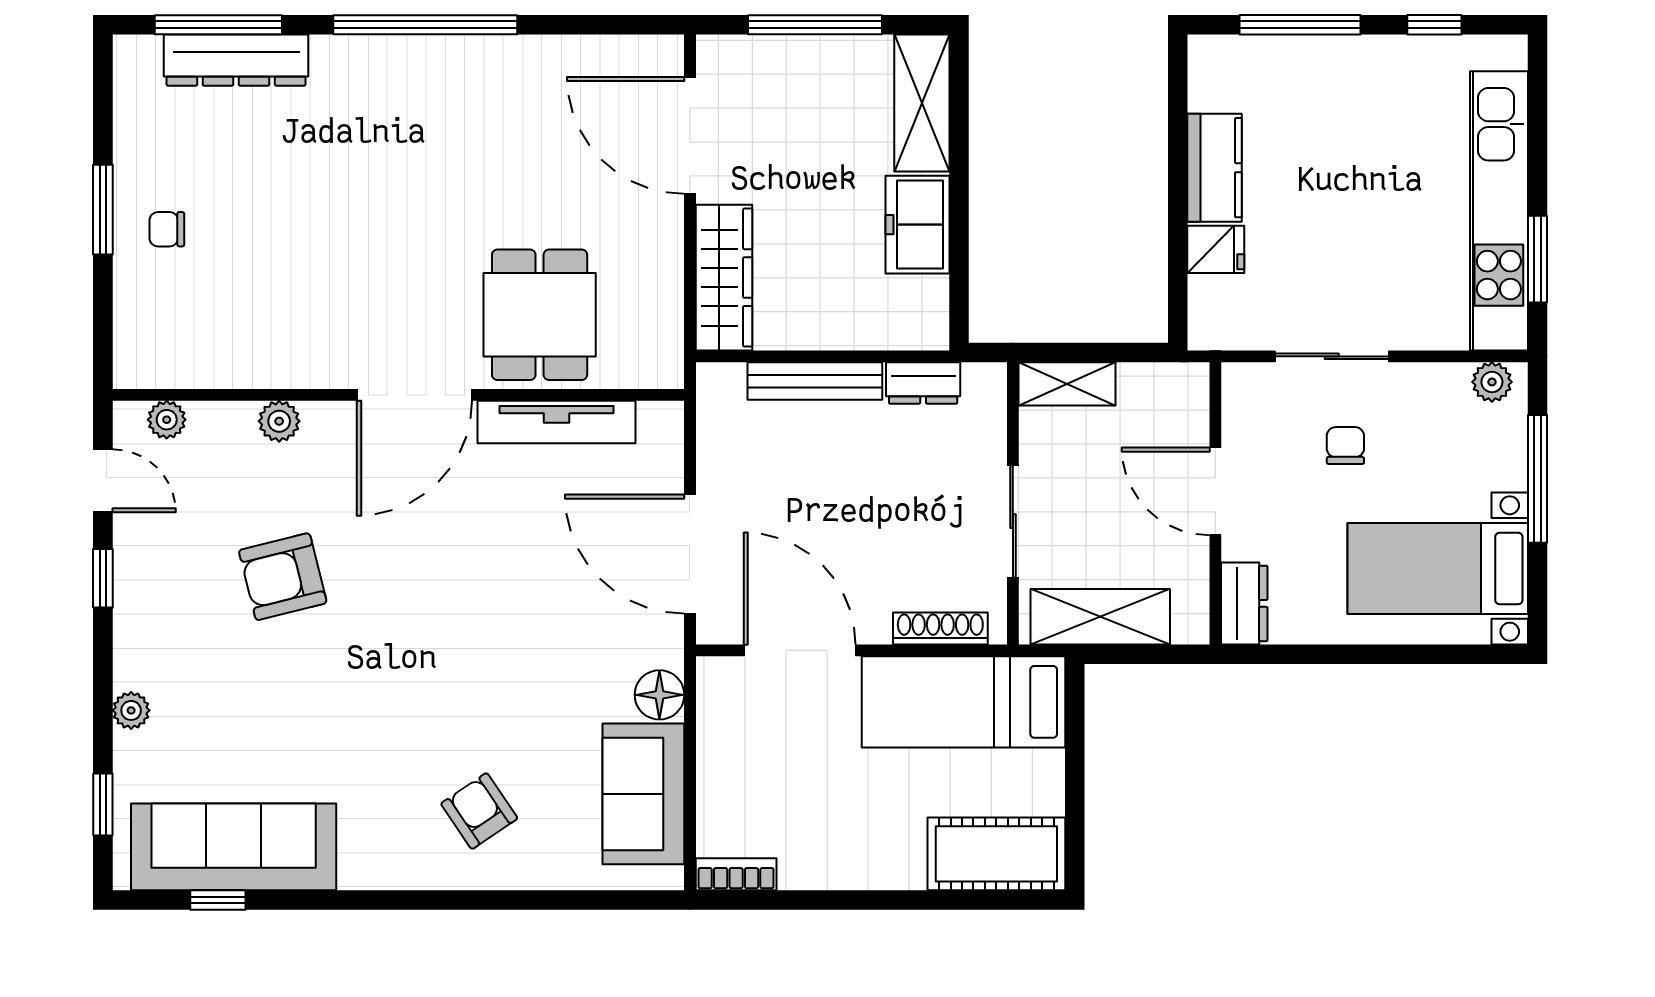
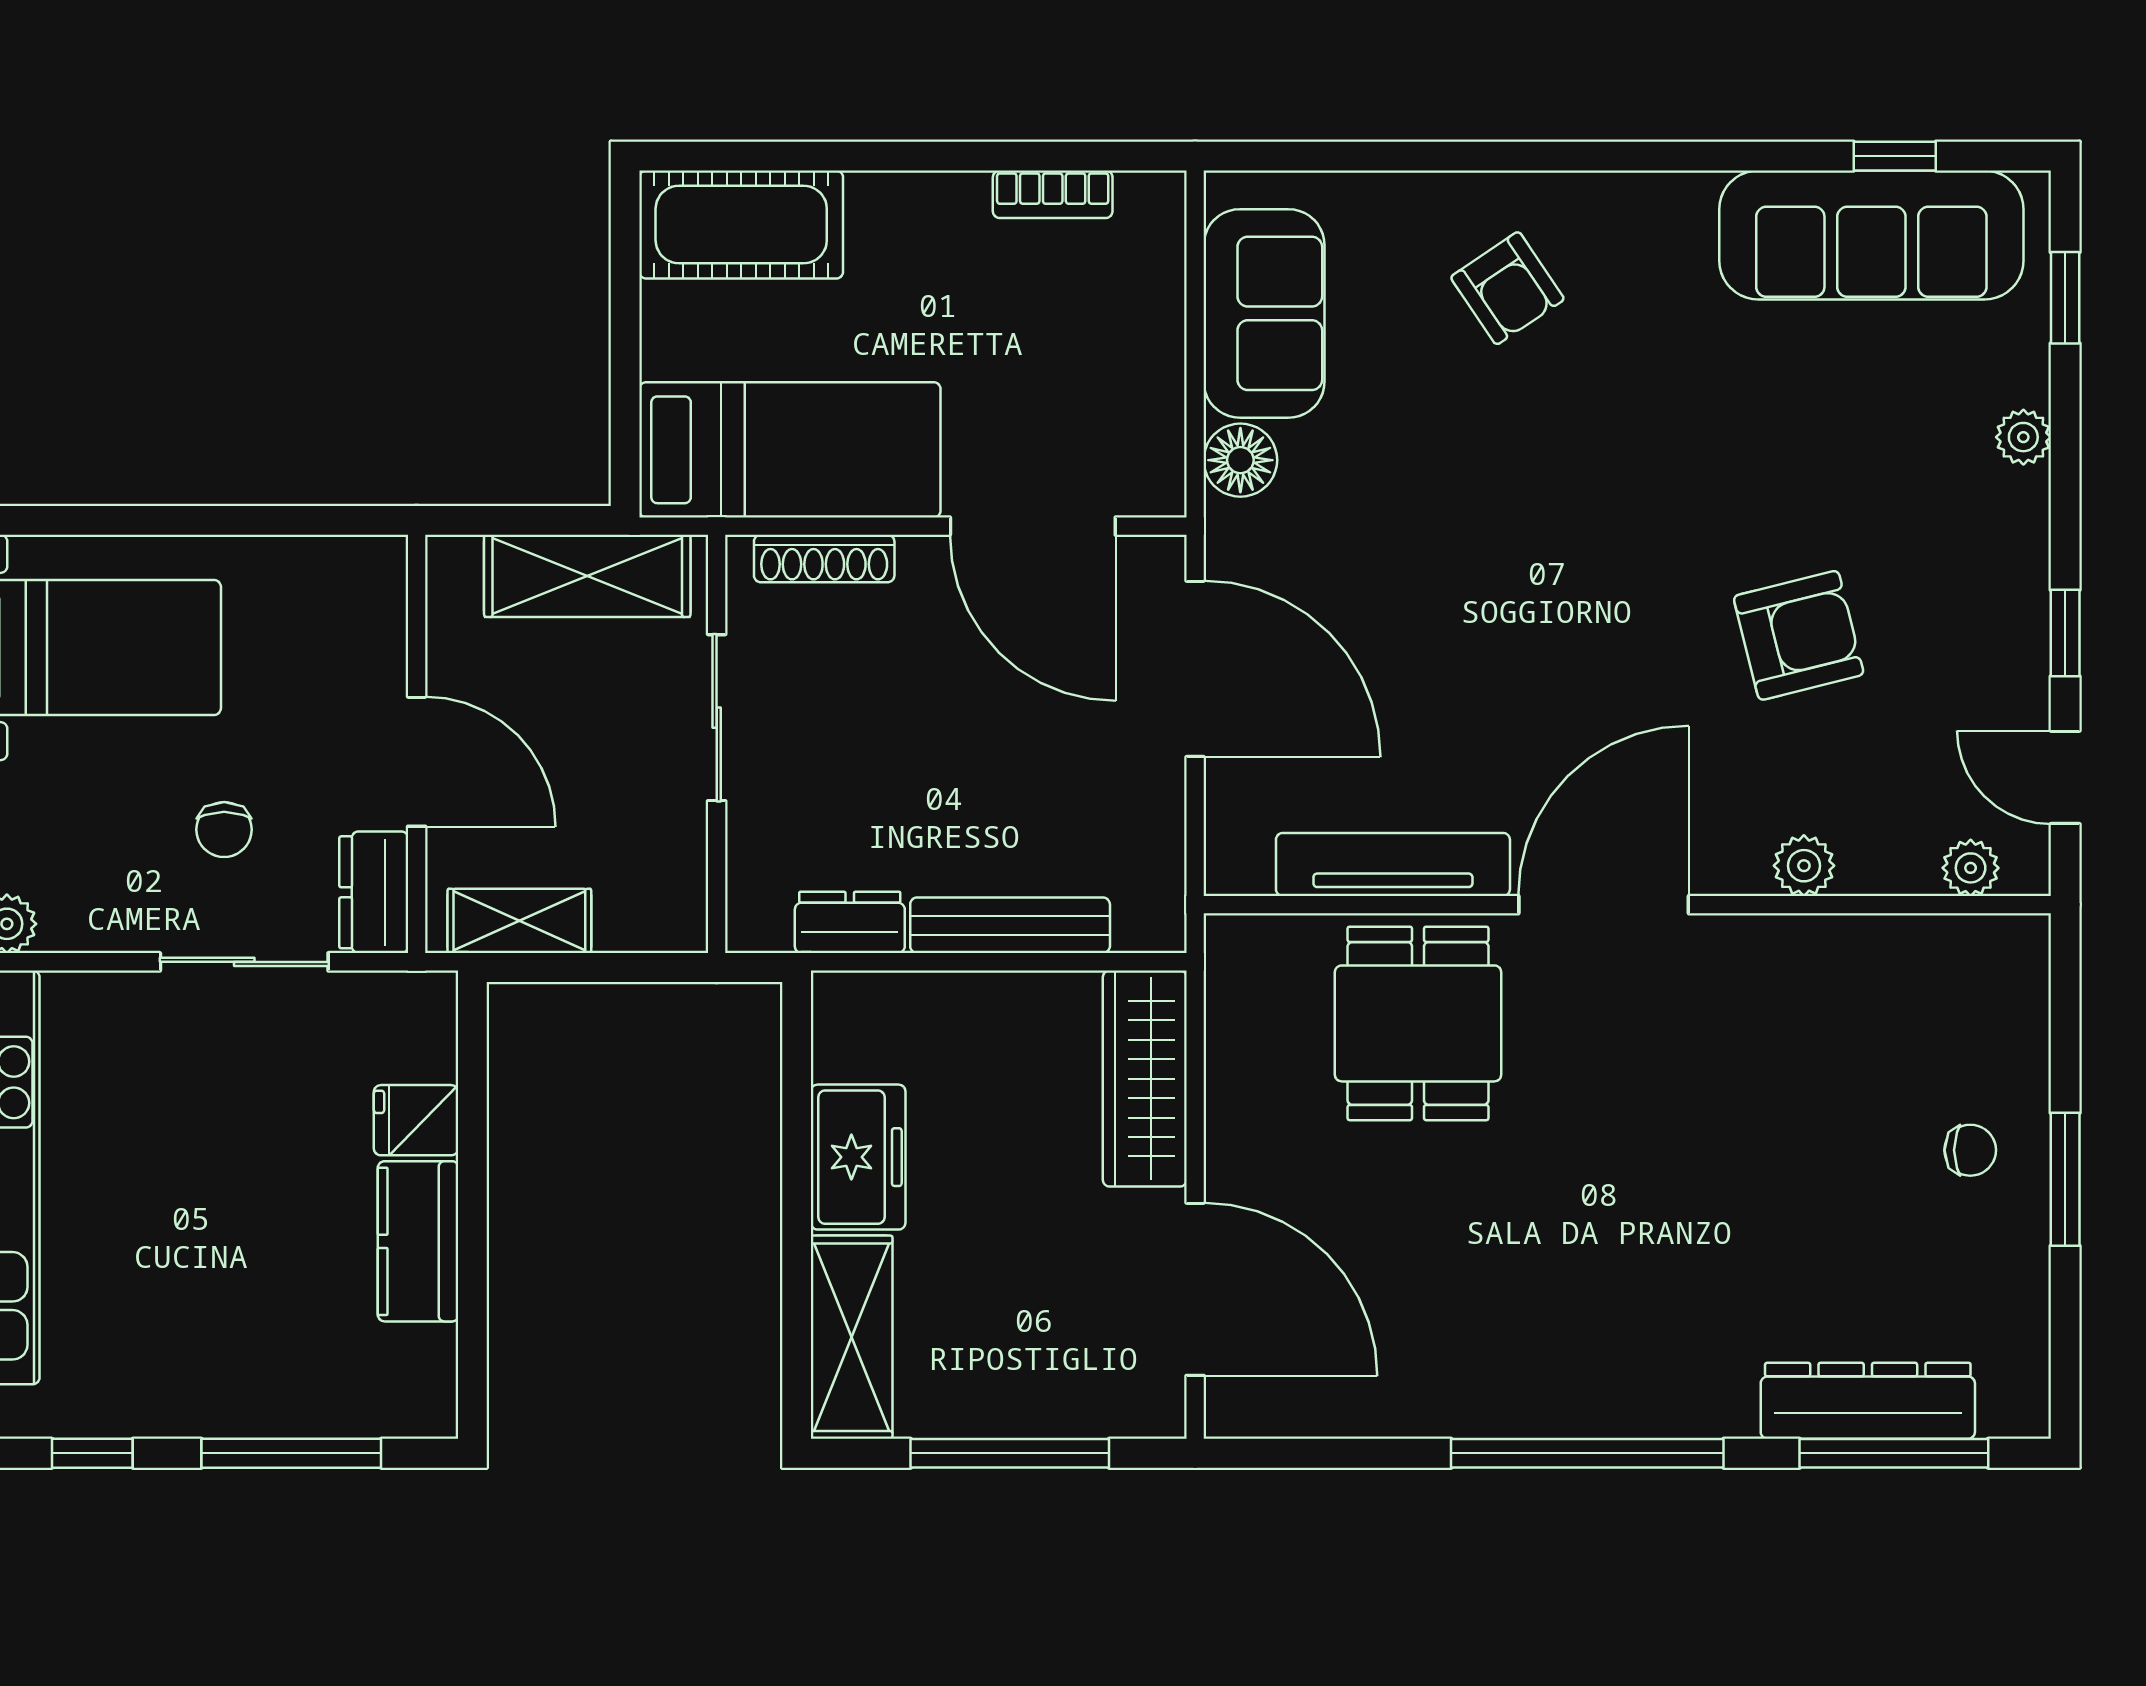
shelving: (1067, 384) -> (519, 921), moved
dresser: (1244, 603) -> (374, 892), moved
bookcase: (736, 874) -> (1053, 194), moved

